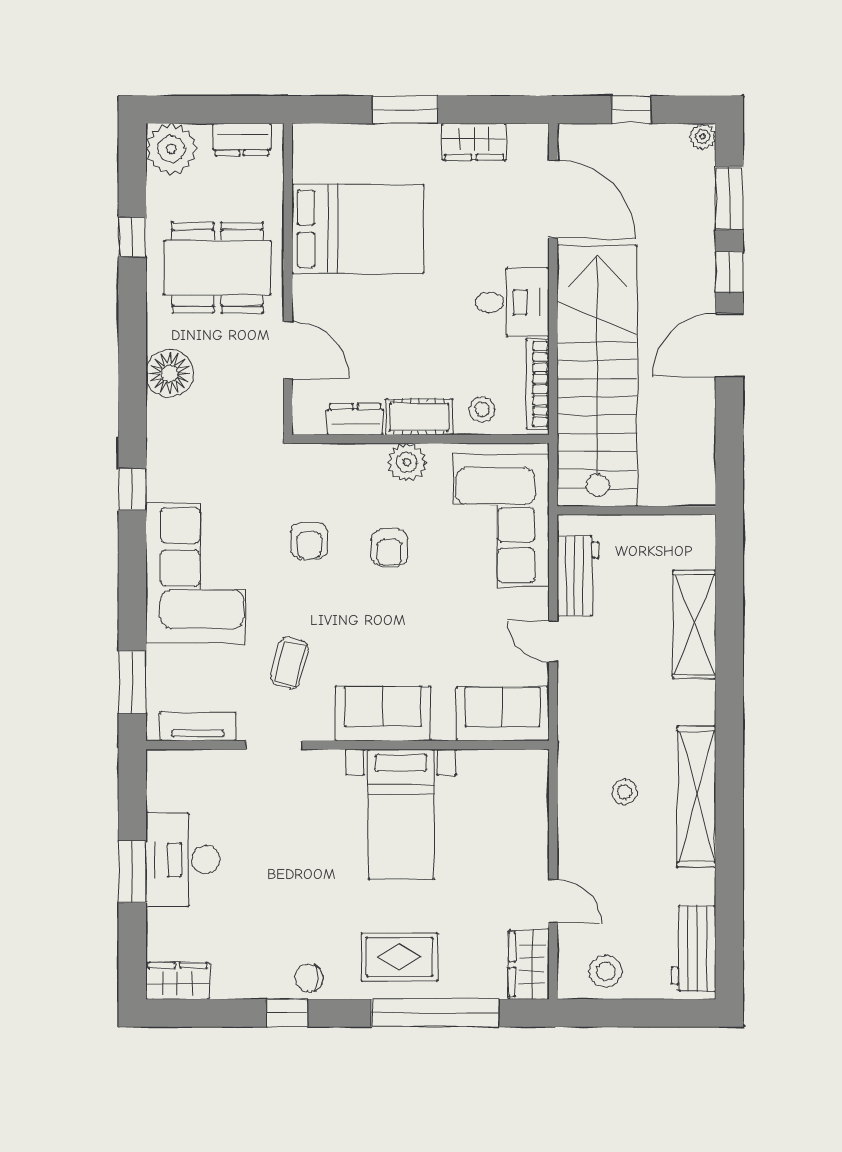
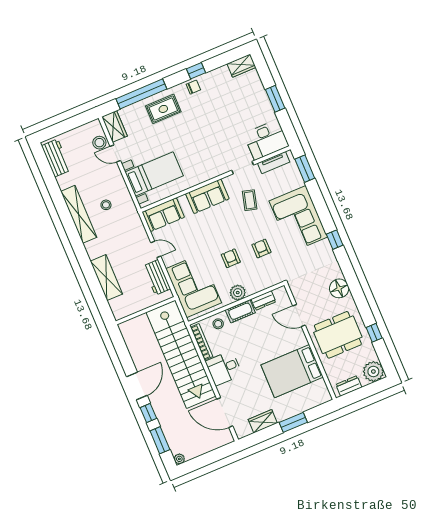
window: (631, 110) -> (210, 458), removed
bed with nightstands: (401, 814) -> (154, 174), moved, turned 90
desk: (183, 860) -> (266, 140), moved, turned 90
stool: (606, 971) -> (99, 143), moved

